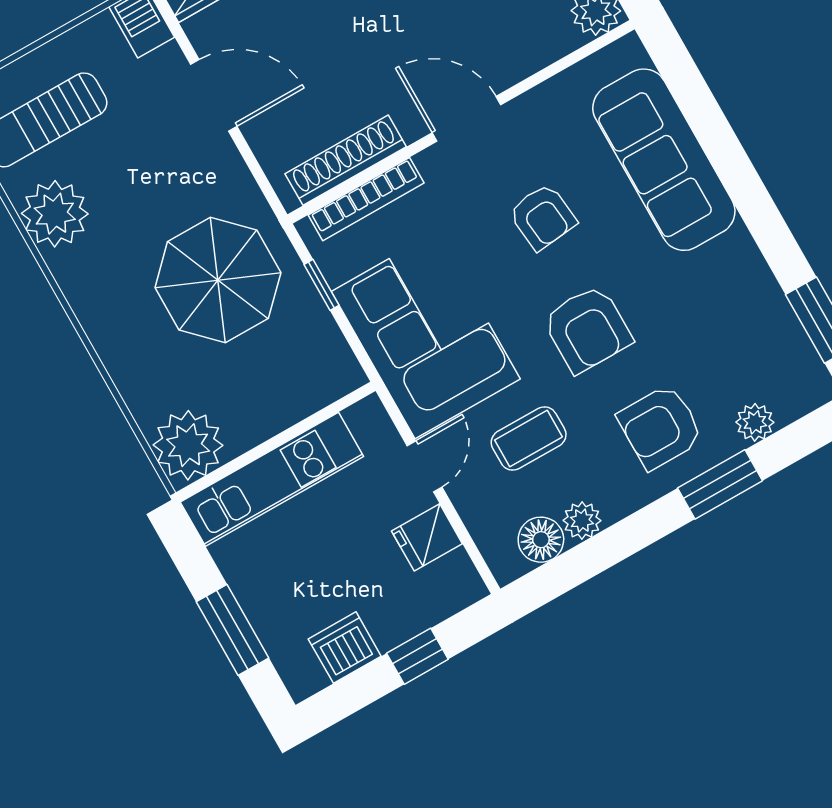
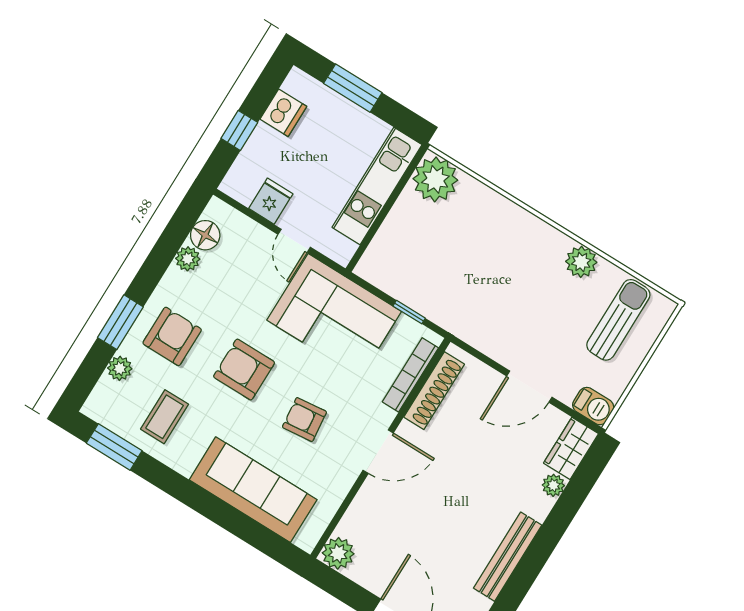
plant: (55, 214) -> (581, 262), width x0.73, depth x0.73
parasol: (218, 280) -> (470, 283), removed
coffee table: (529, 439) -> (165, 417), moved

